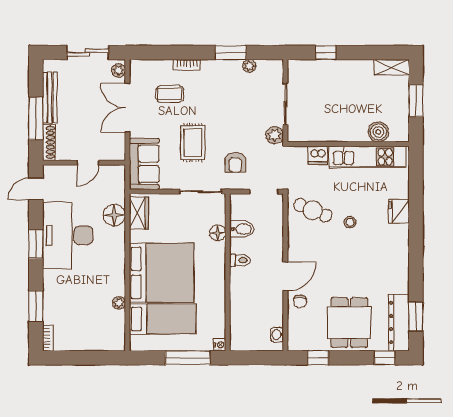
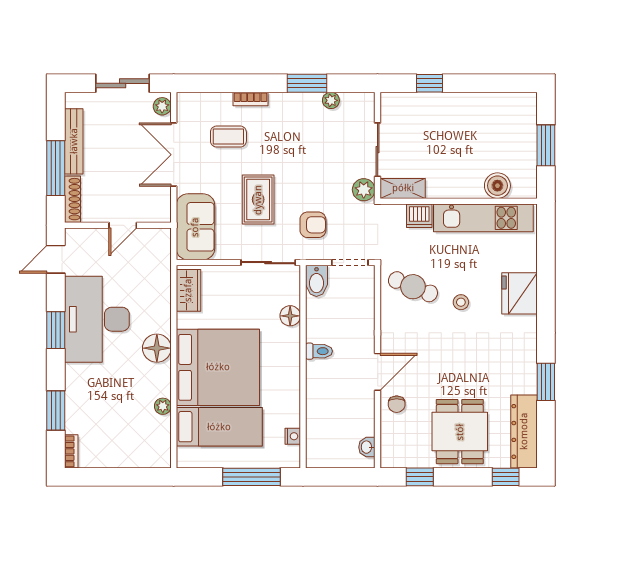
shelving: (392, 67) -> (403, 188), moved
armchair: (235, 162) -> (313, 225), turned -90
fridge: (399, 211) -> (520, 293), width x1.36, depth x1.34
floor lamp: (114, 215) -> (157, 348), moved
bidet: (242, 229) -> (316, 281), moved, turned 90
window: (416, 317) -> (546, 382), moved
nightstand: (220, 345) -> (293, 436), moved

